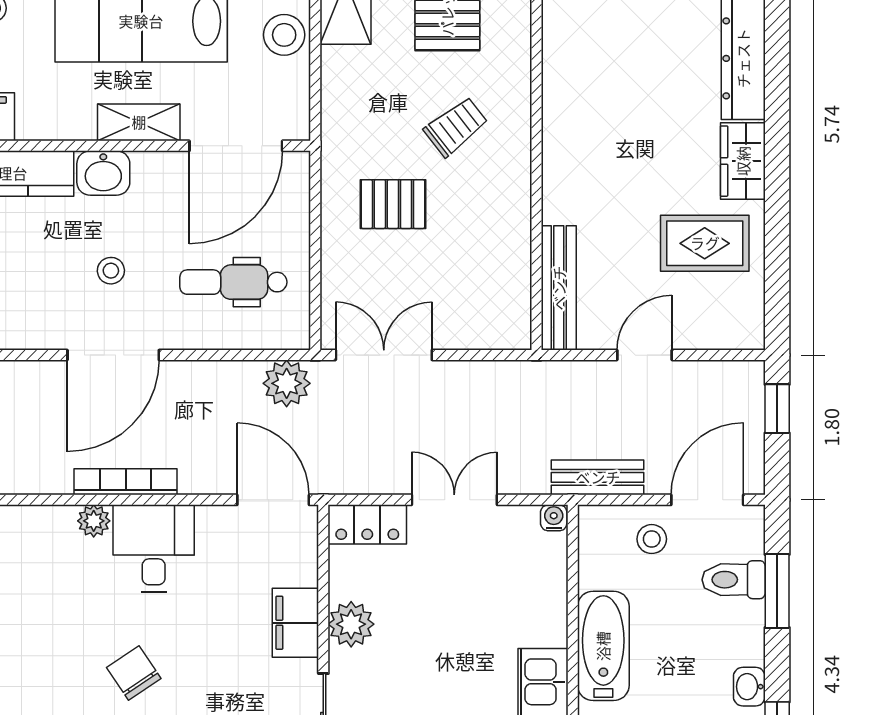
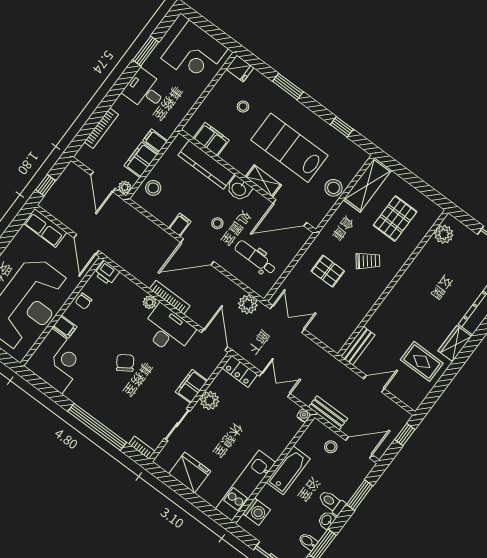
bench: (559, 288) -> (358, 346), width x0.73
filing cabinet: (40, 328) -> (180, 225), added
desk: (154, 548) -> (168, 330), width x1.37
toilet: (734, 580) -> (332, 502), moved

